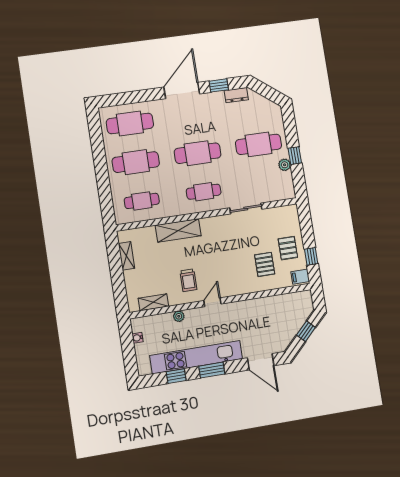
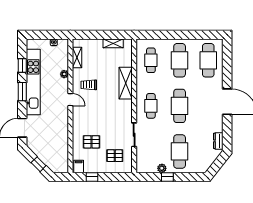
window: (219, 85) -> (227, 129), removed
pallet: (288, 248) -> (115, 156), moved

